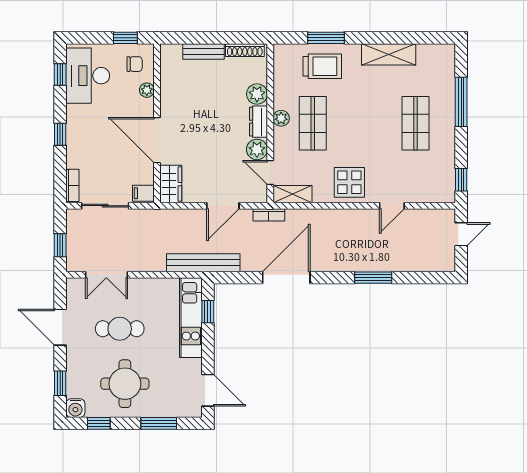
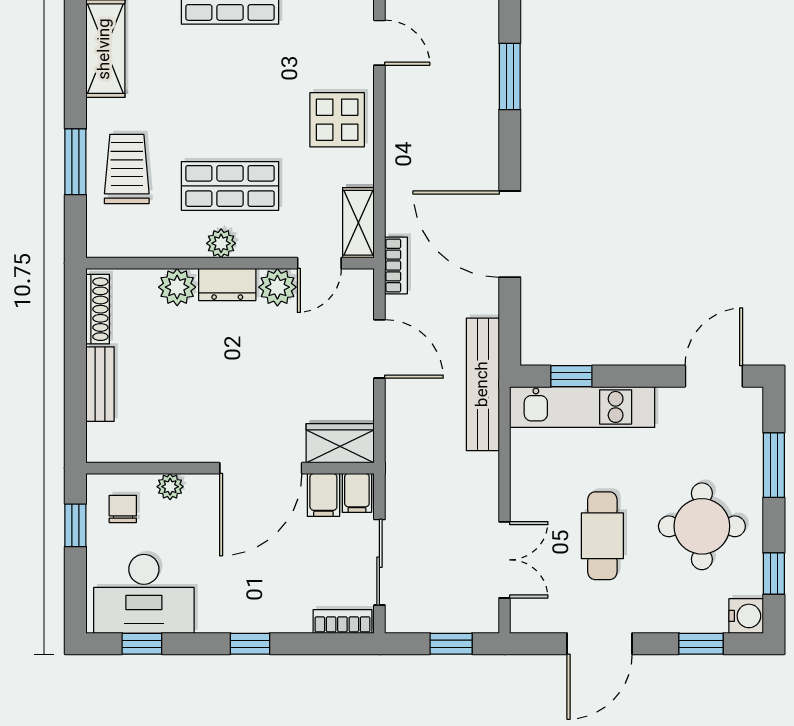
filing cabinet: (142, 175) -> (323, 495), added

